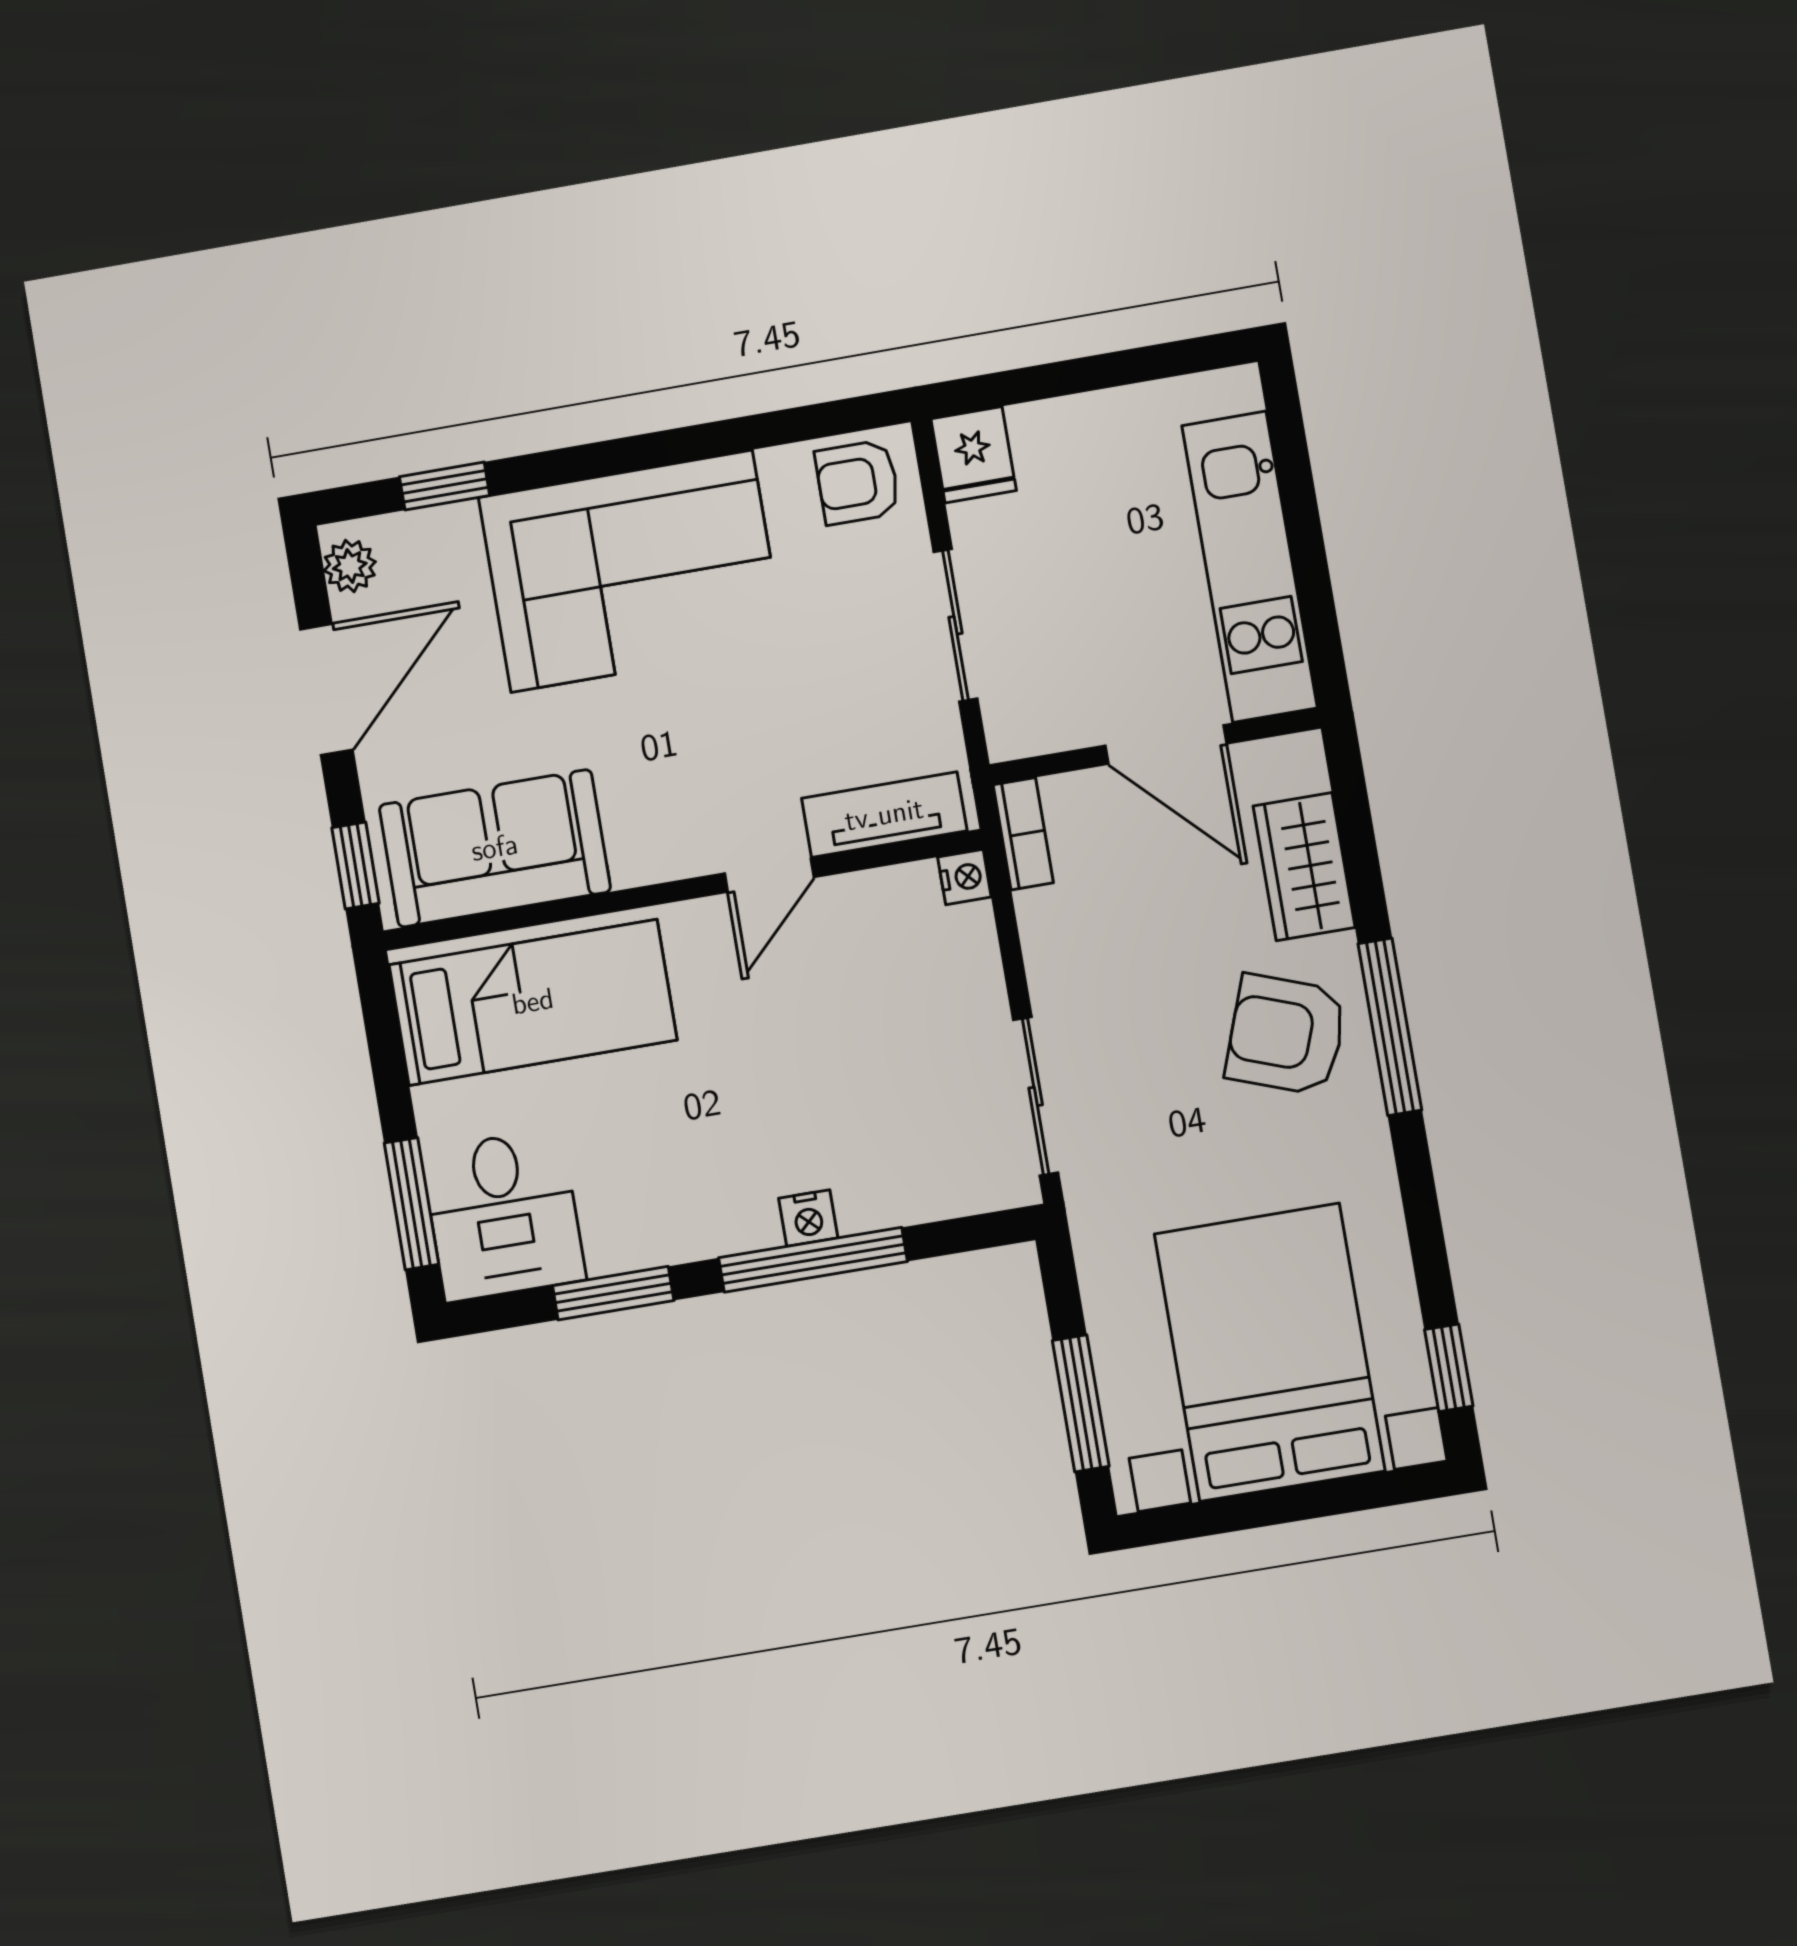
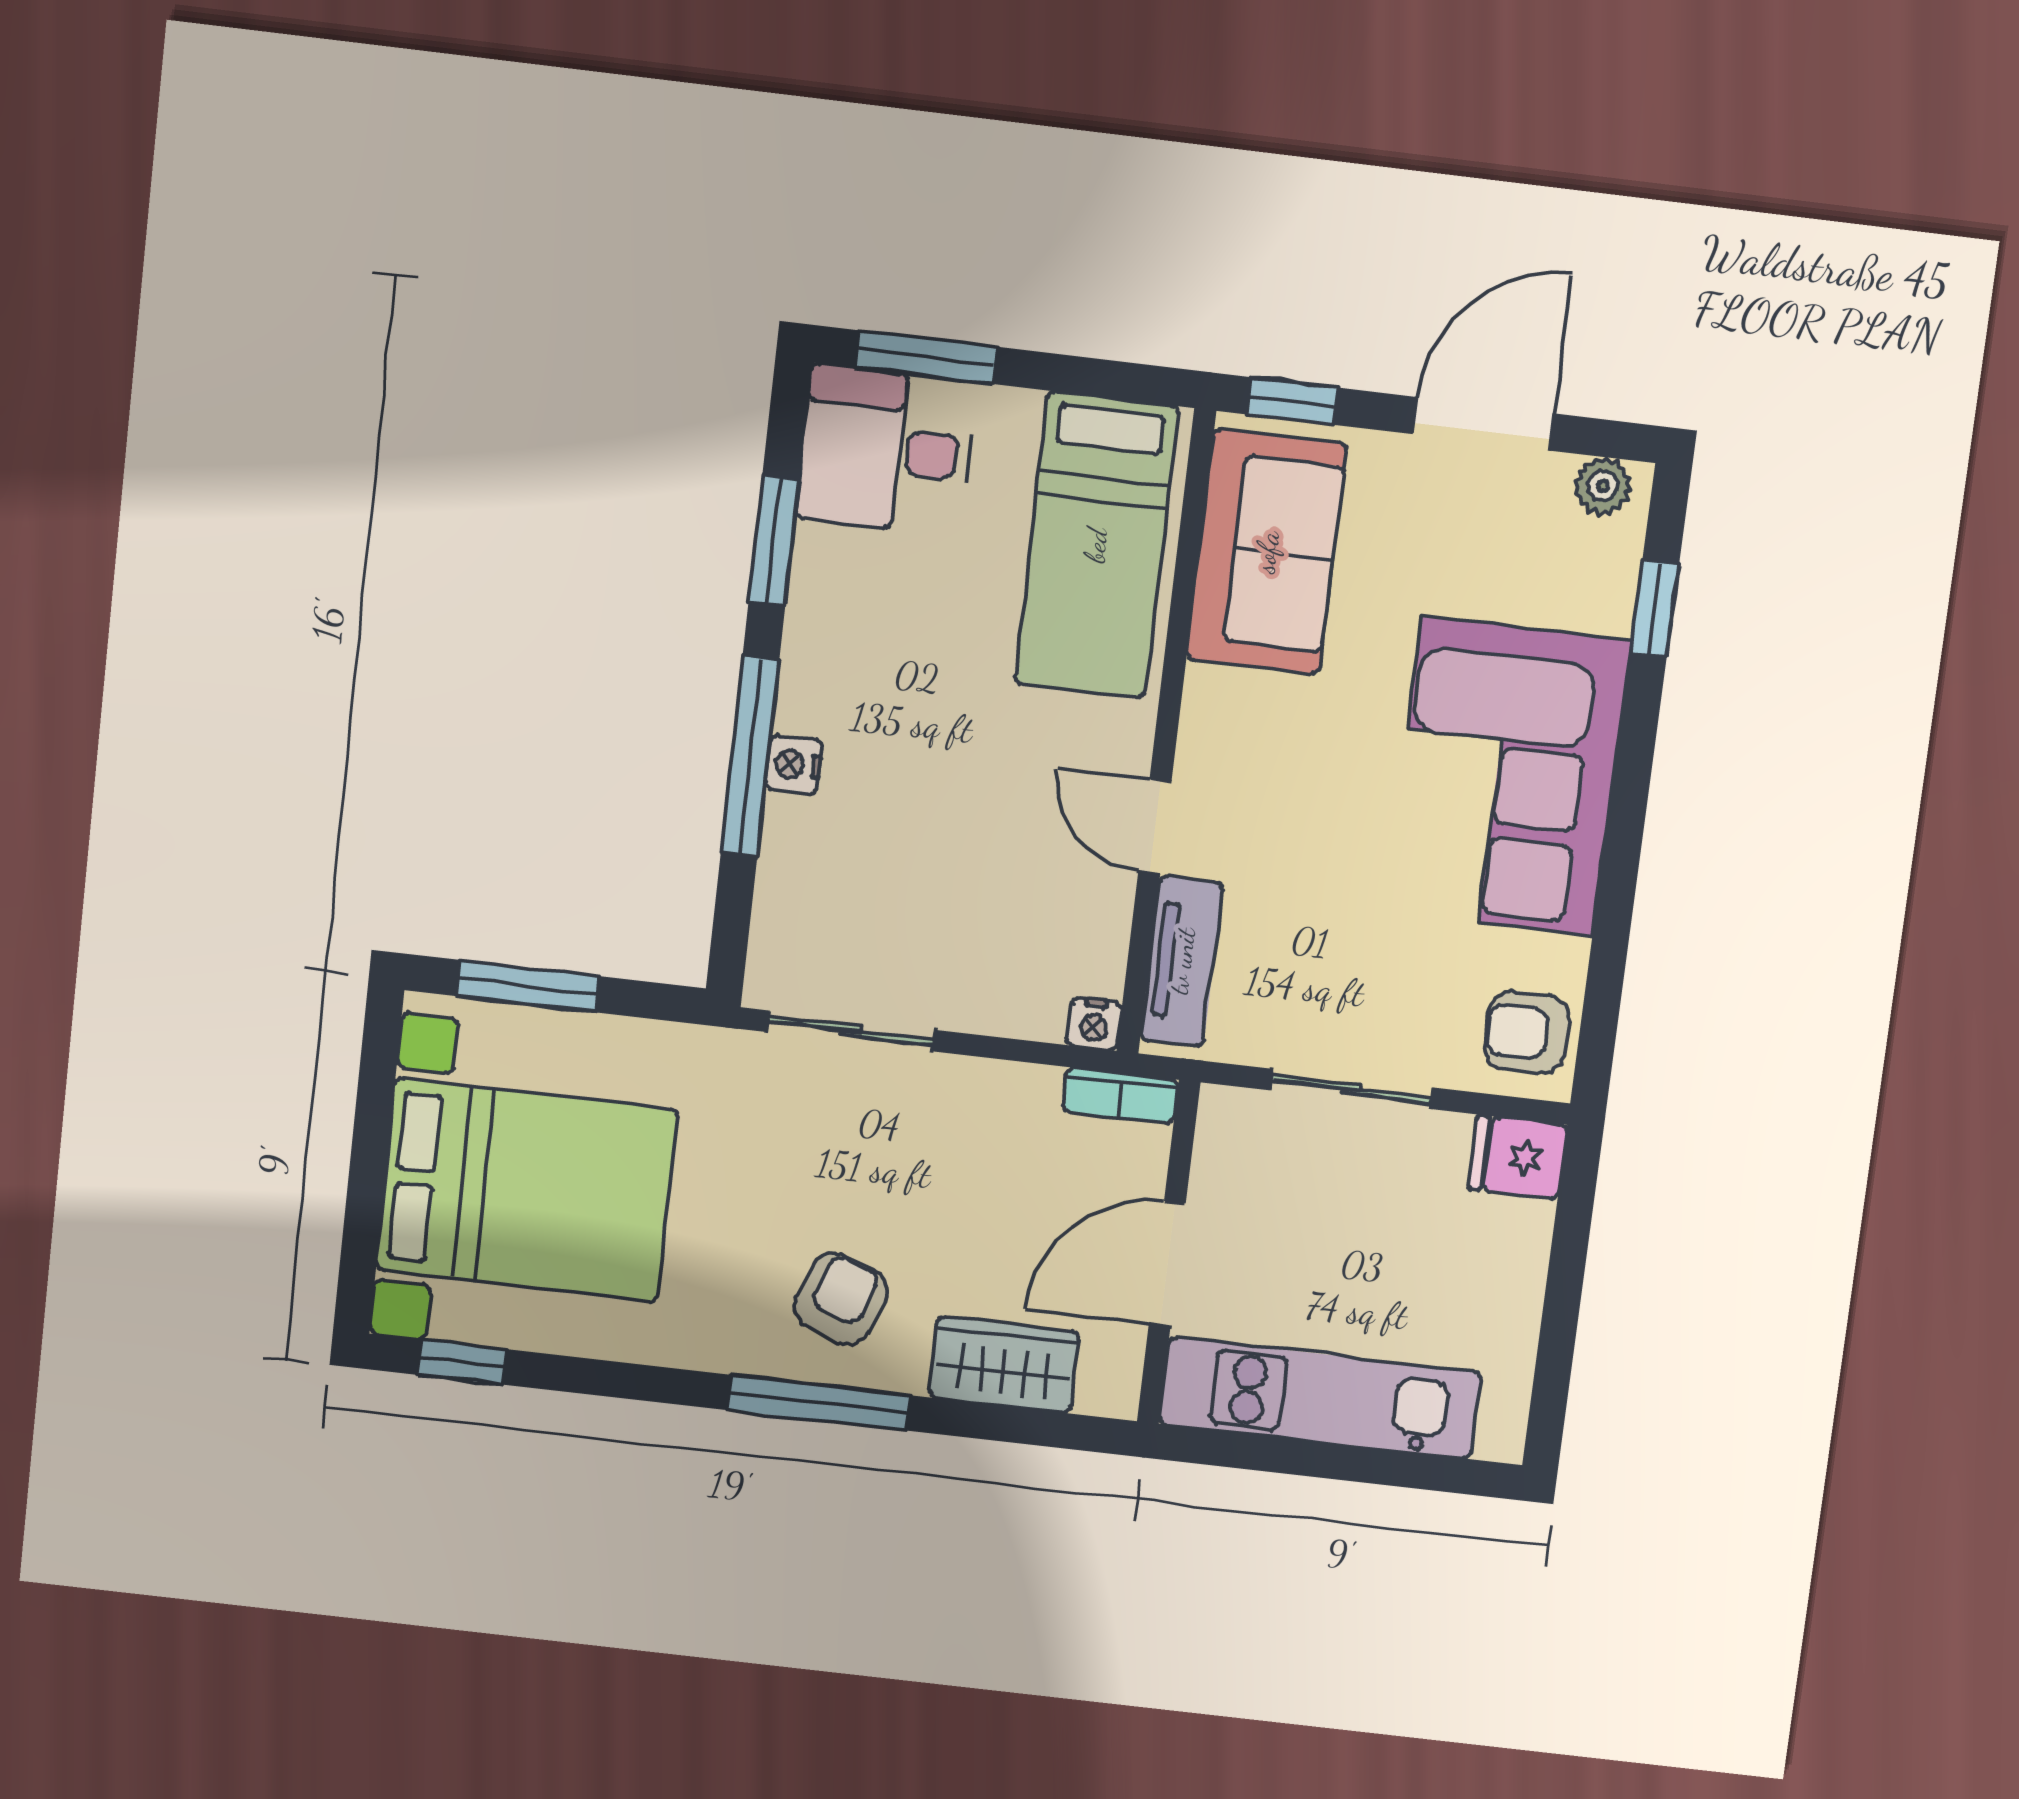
armchair: (857, 482) -> (1527, 1032), turned -90
door: (326, 689) -> (1483, 424), swing flipped
armchair: (1286, 1035) -> (841, 1299), width x0.72, depth x0.72

